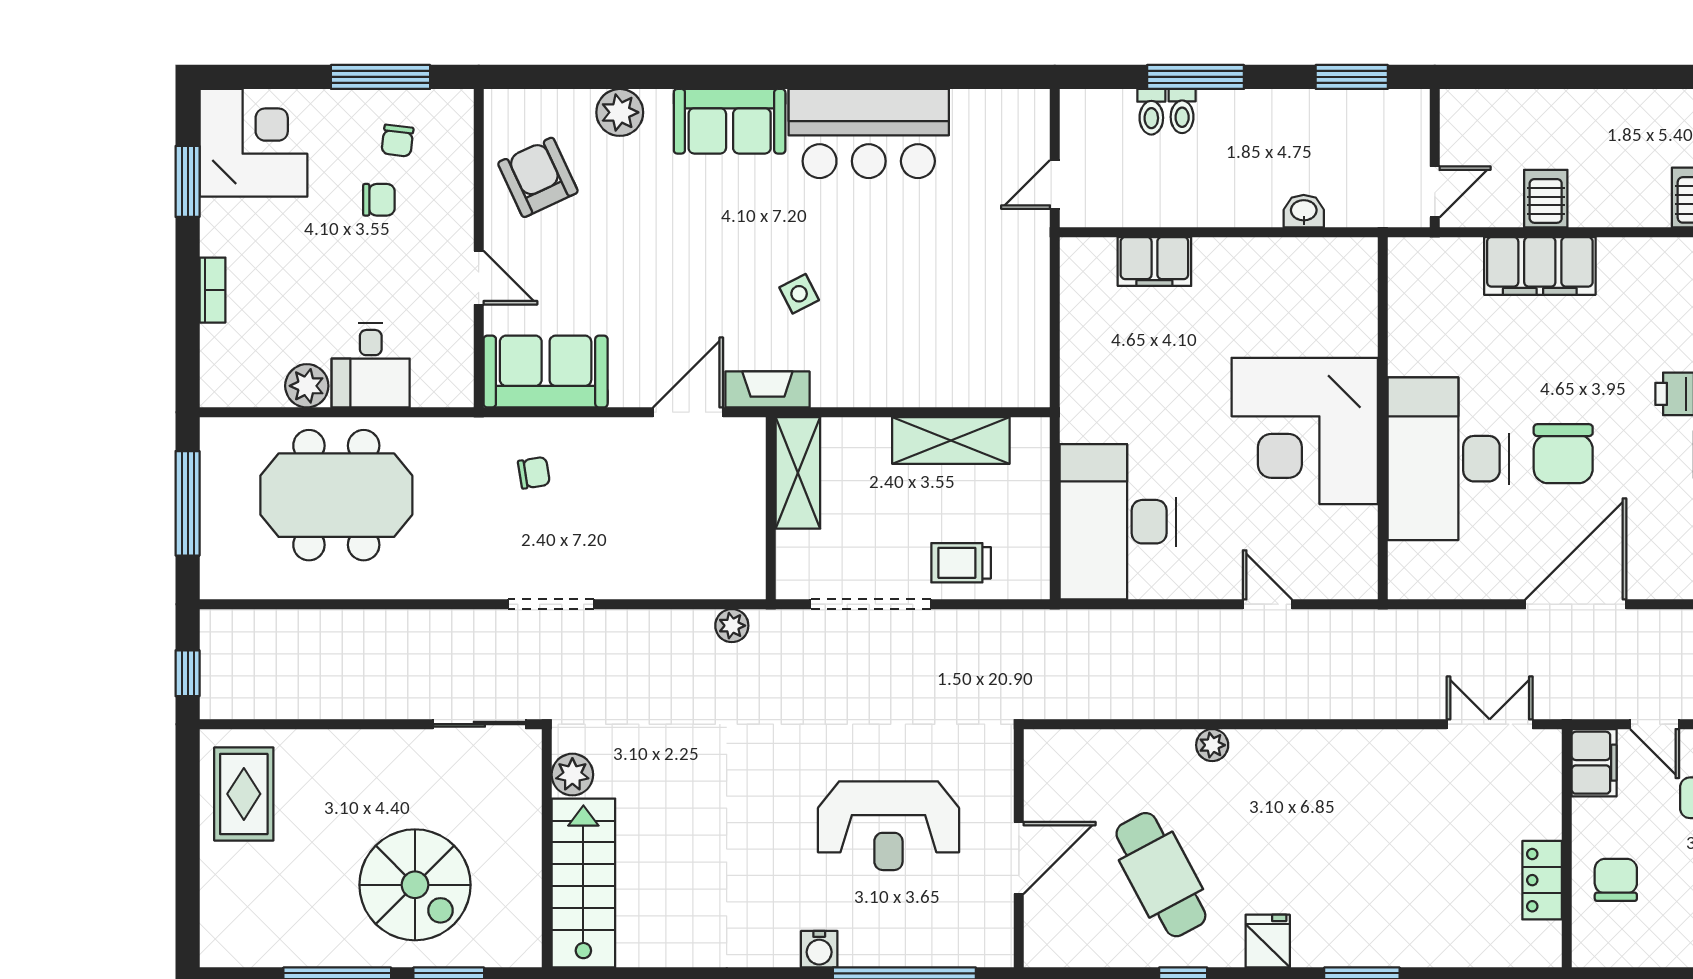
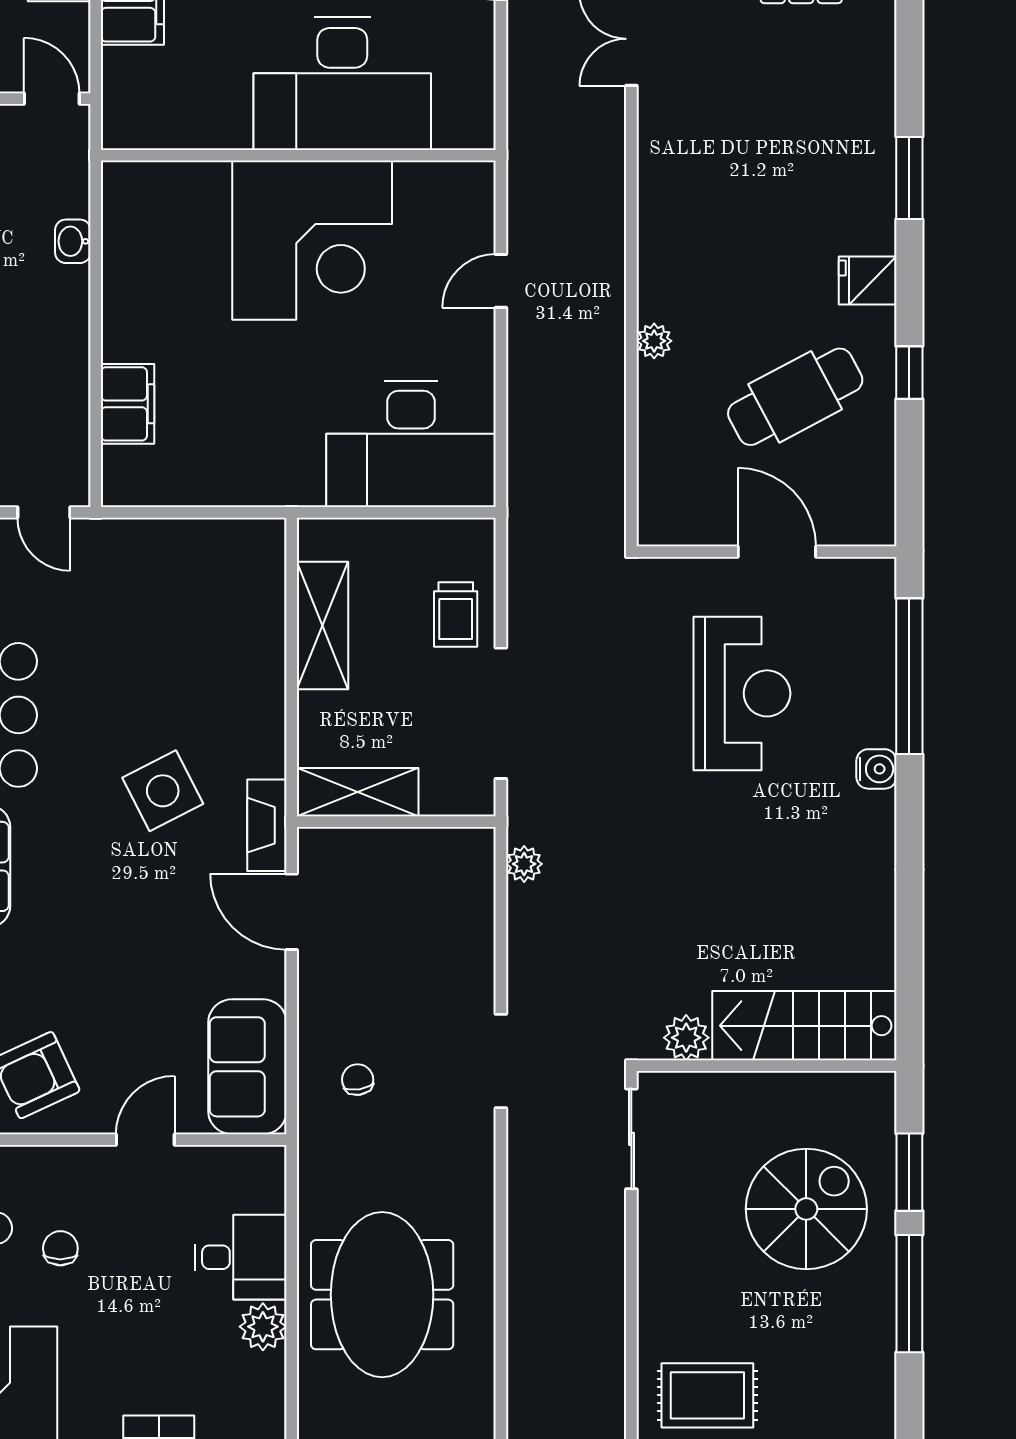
side table: (799, 294) -> (163, 791), width x1.87, depth x1.87

